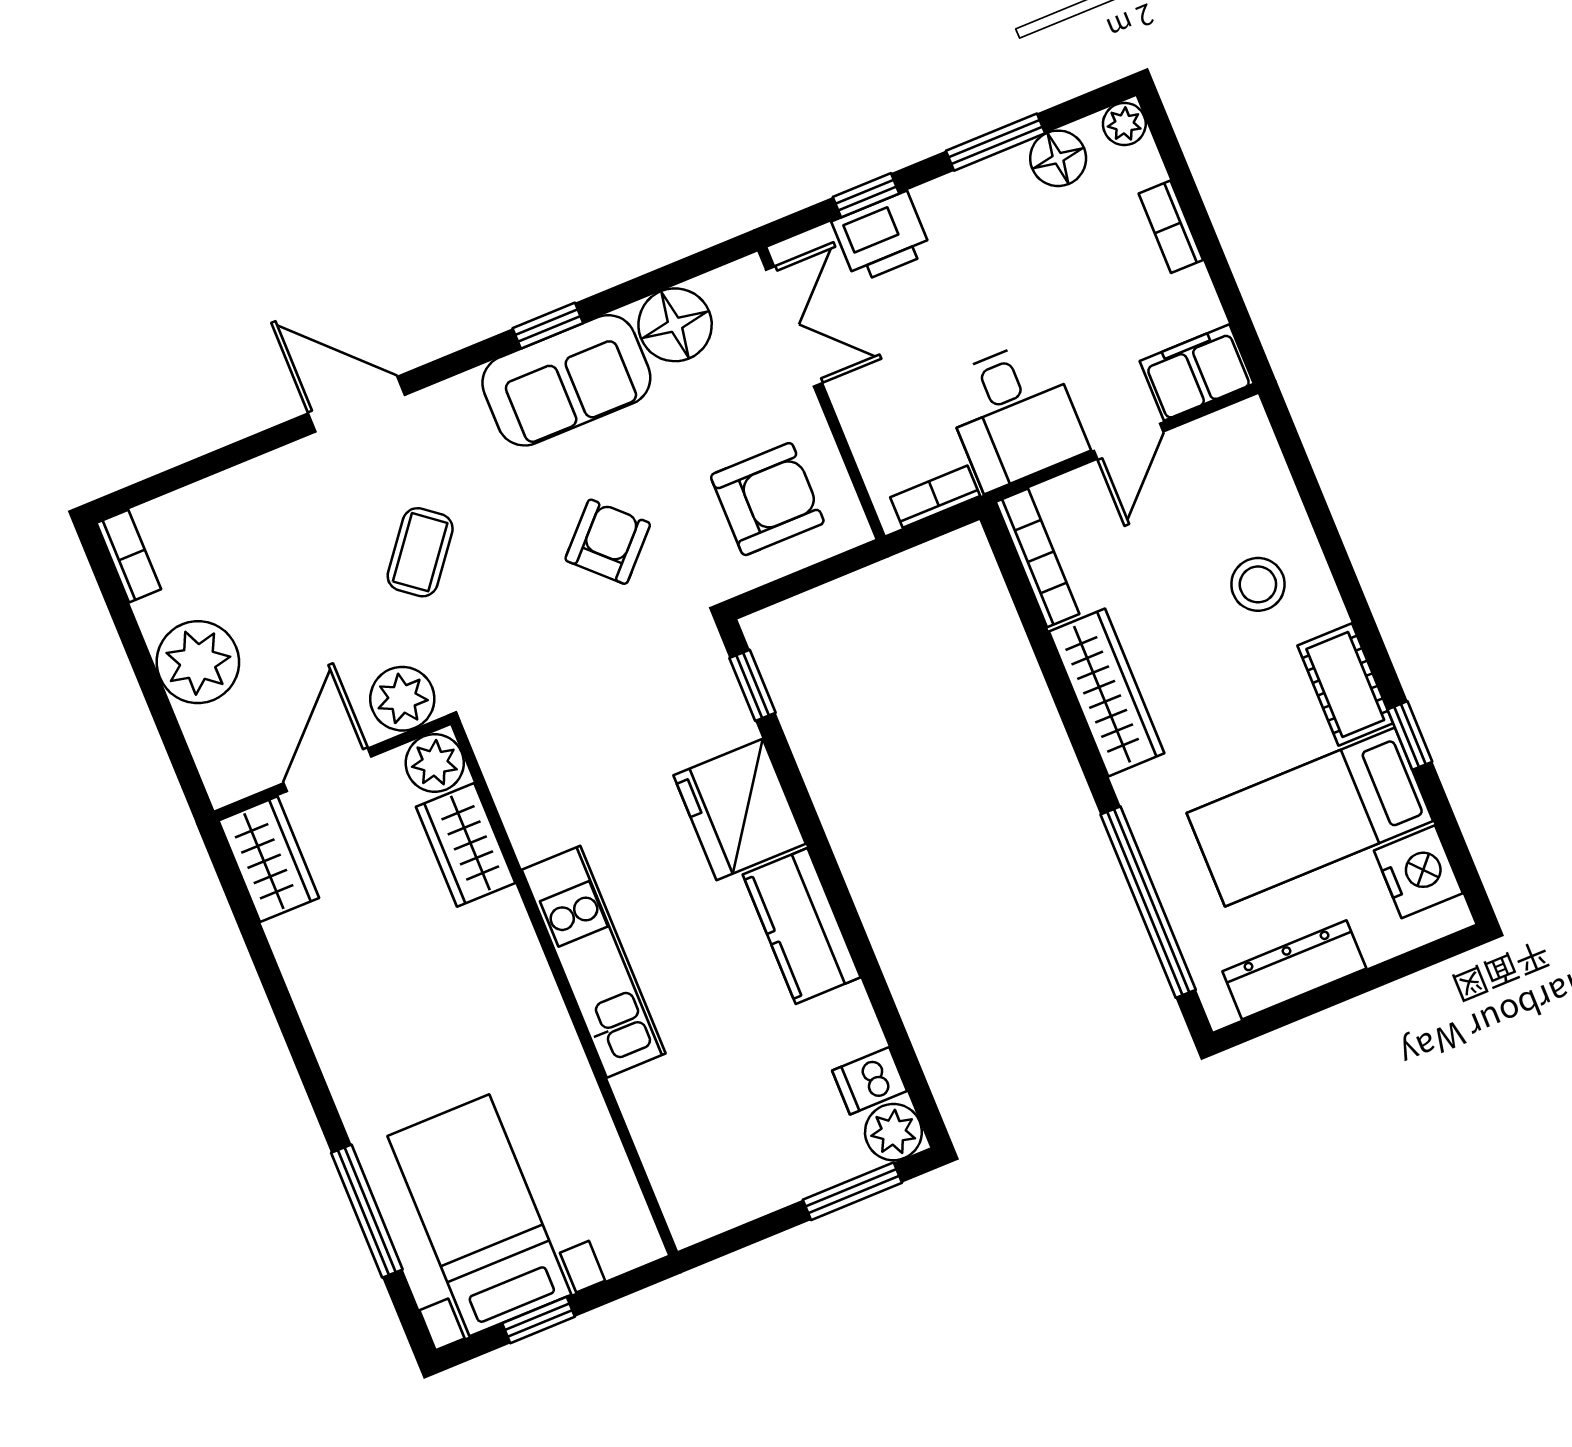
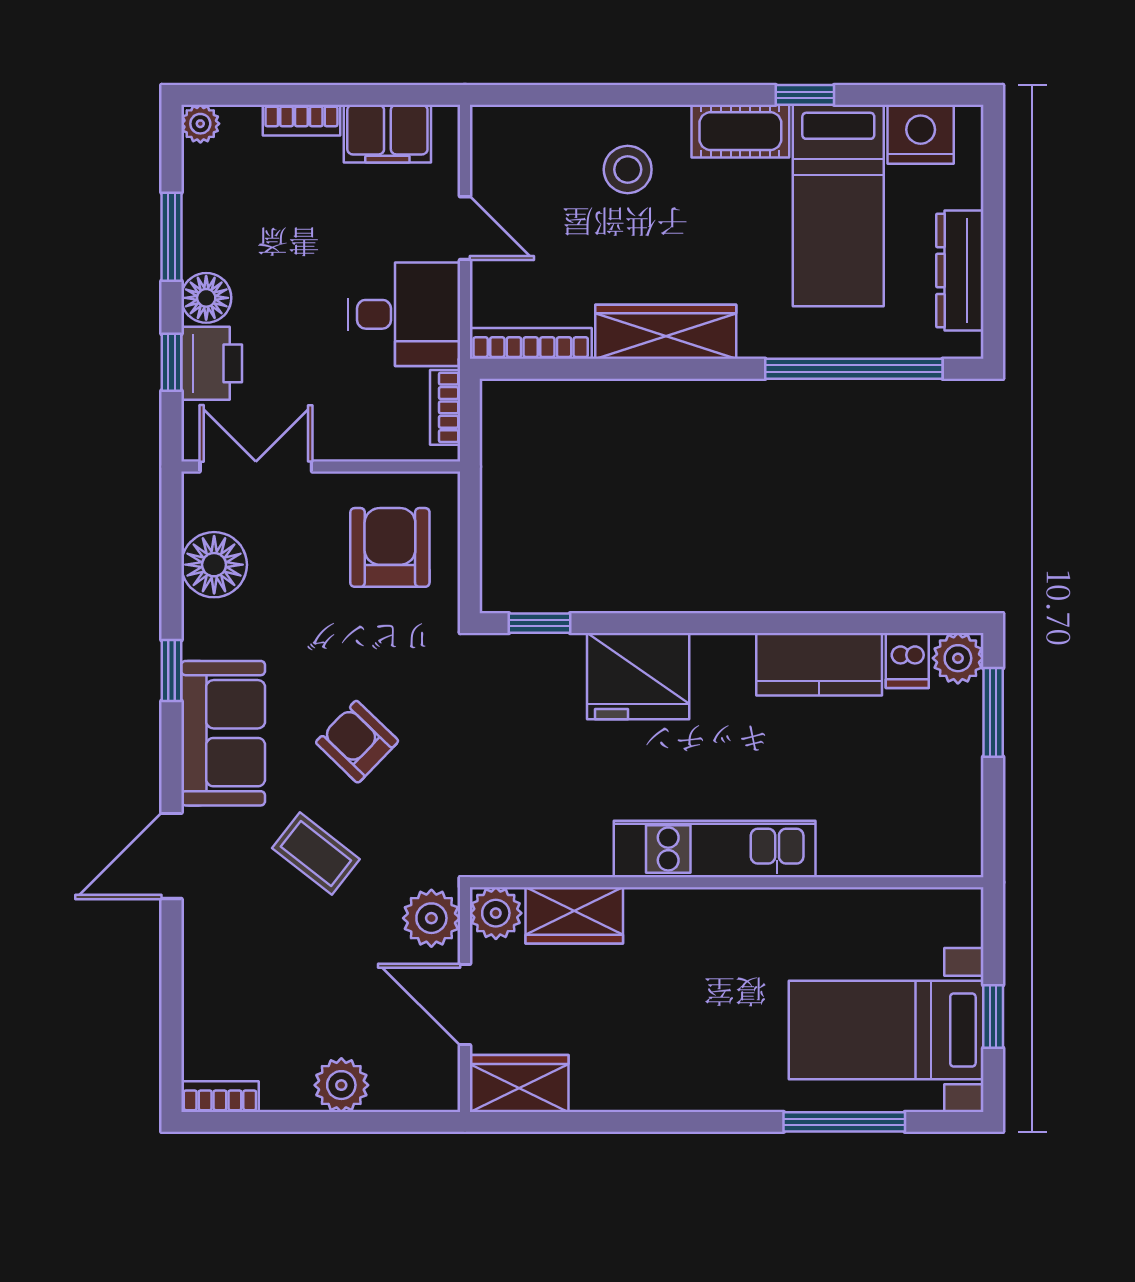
floor lamp: (1058, 158) -> (206, 298), moved
filing cabinet: (1197, 372) -> (387, 134), moved, turned -90
sofa: (566, 380) -> (223, 733), moved
armchair: (608, 542) -> (357, 742), moved
plant: (198, 662) -> (341, 1085), width x0.73, depth x0.73
kitchen counter: (802, 926) -> (819, 664), moved

